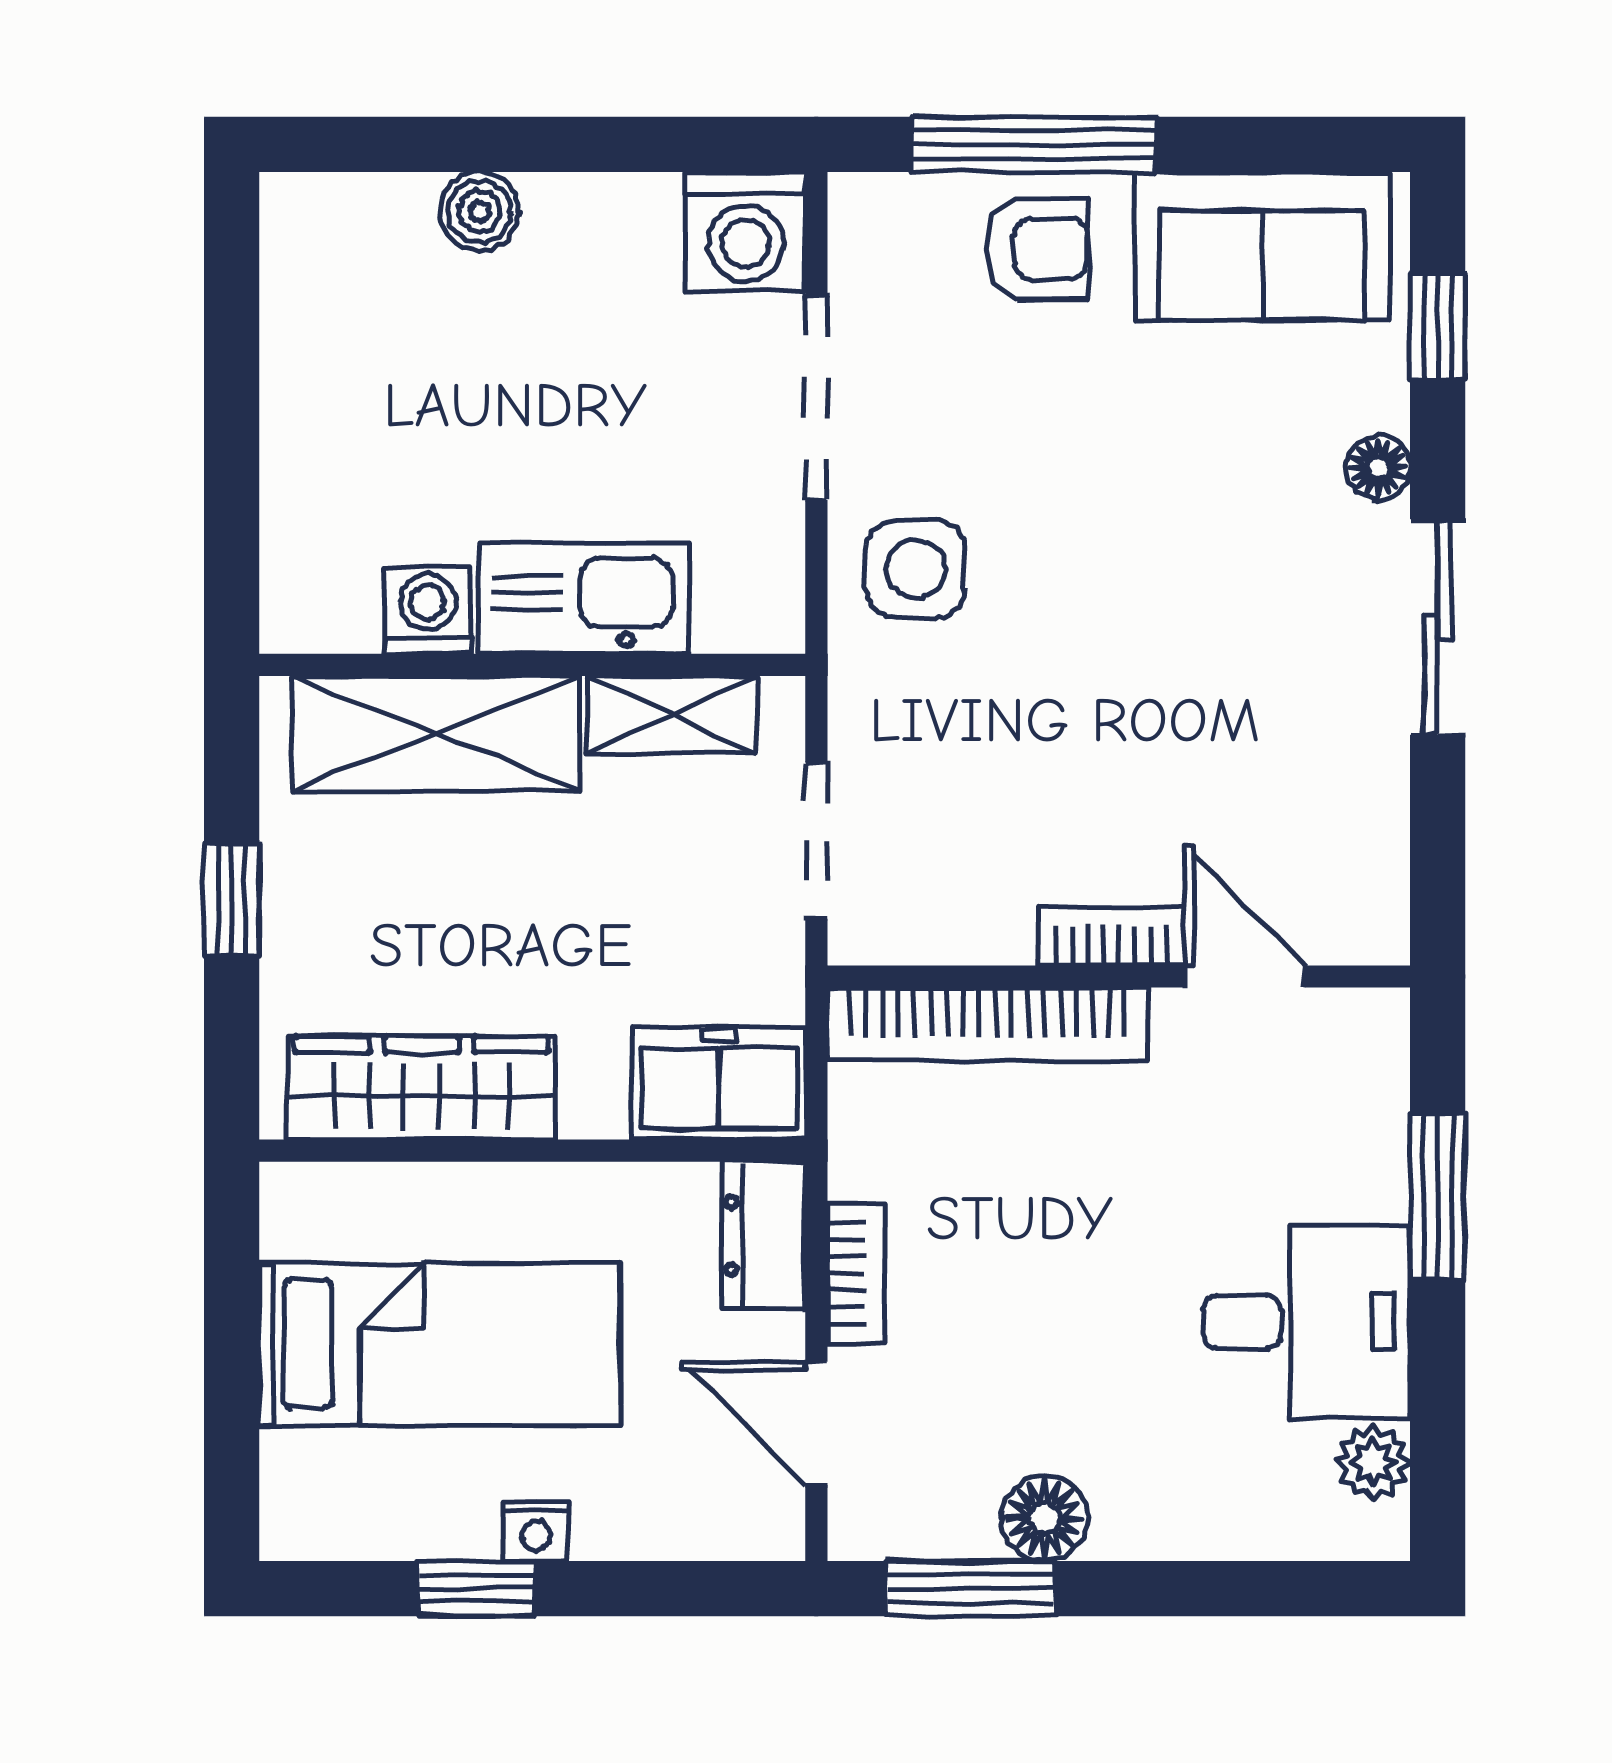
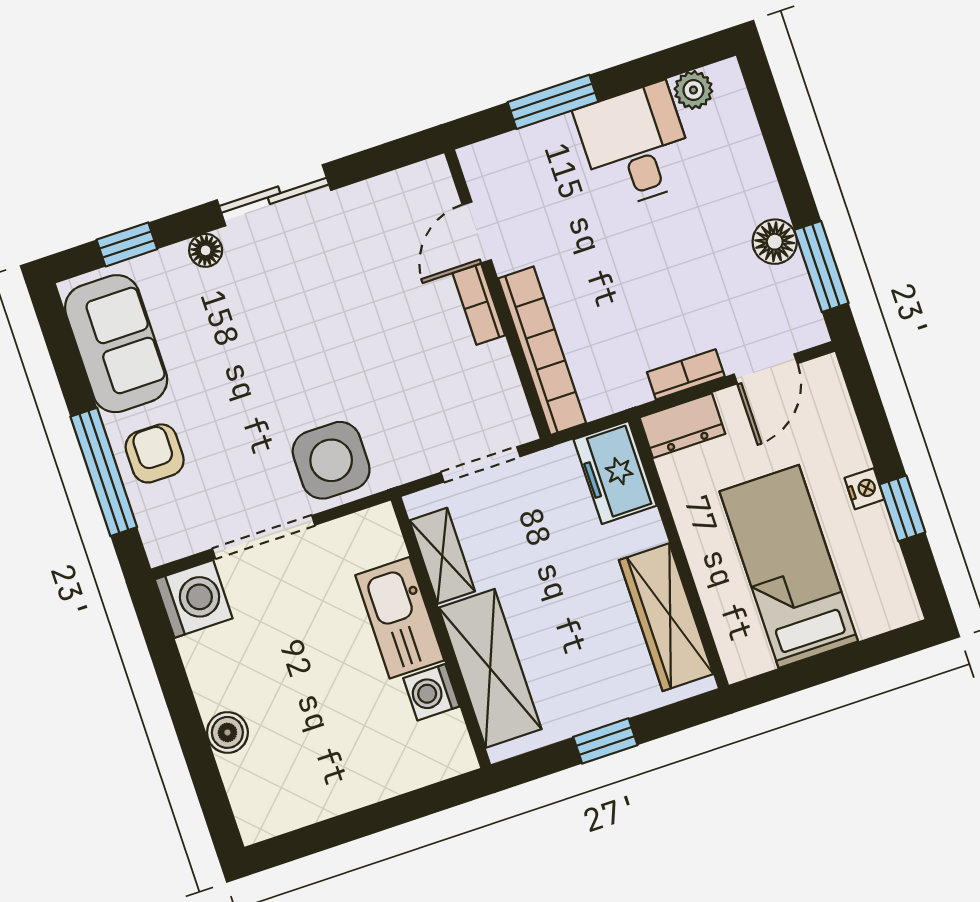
side table: (916, 569) -> (331, 460), width x1.37, depth x1.37

